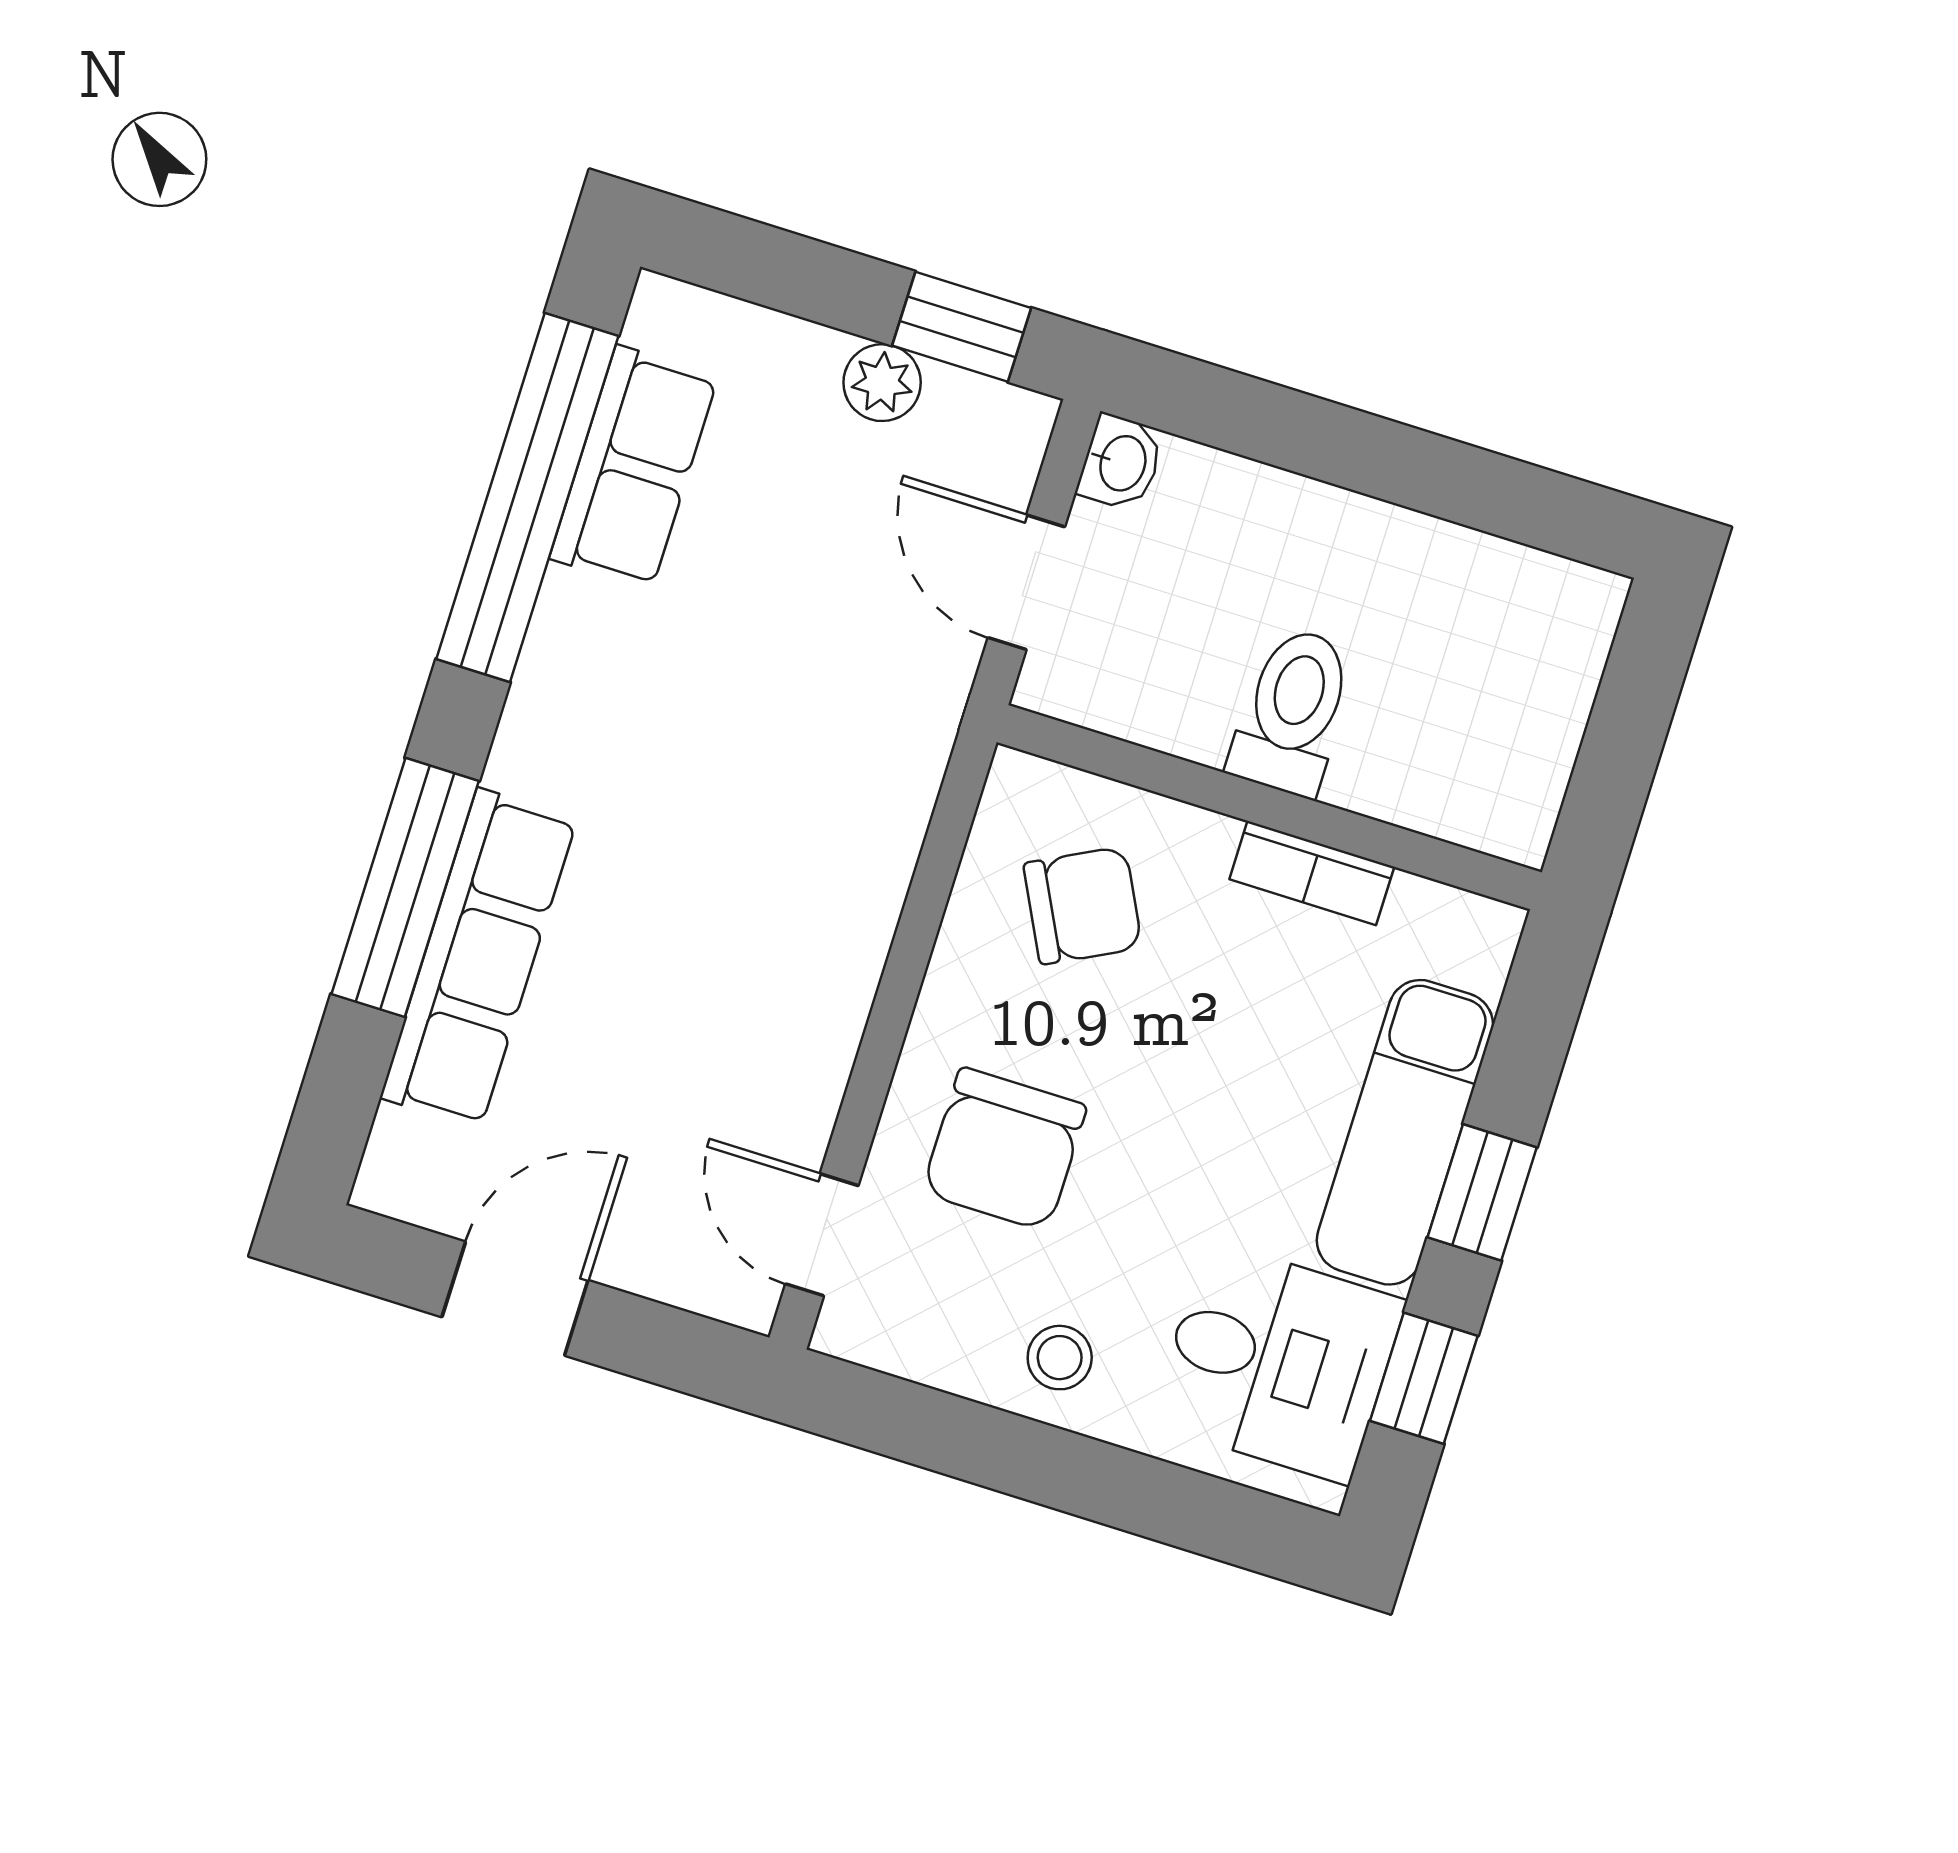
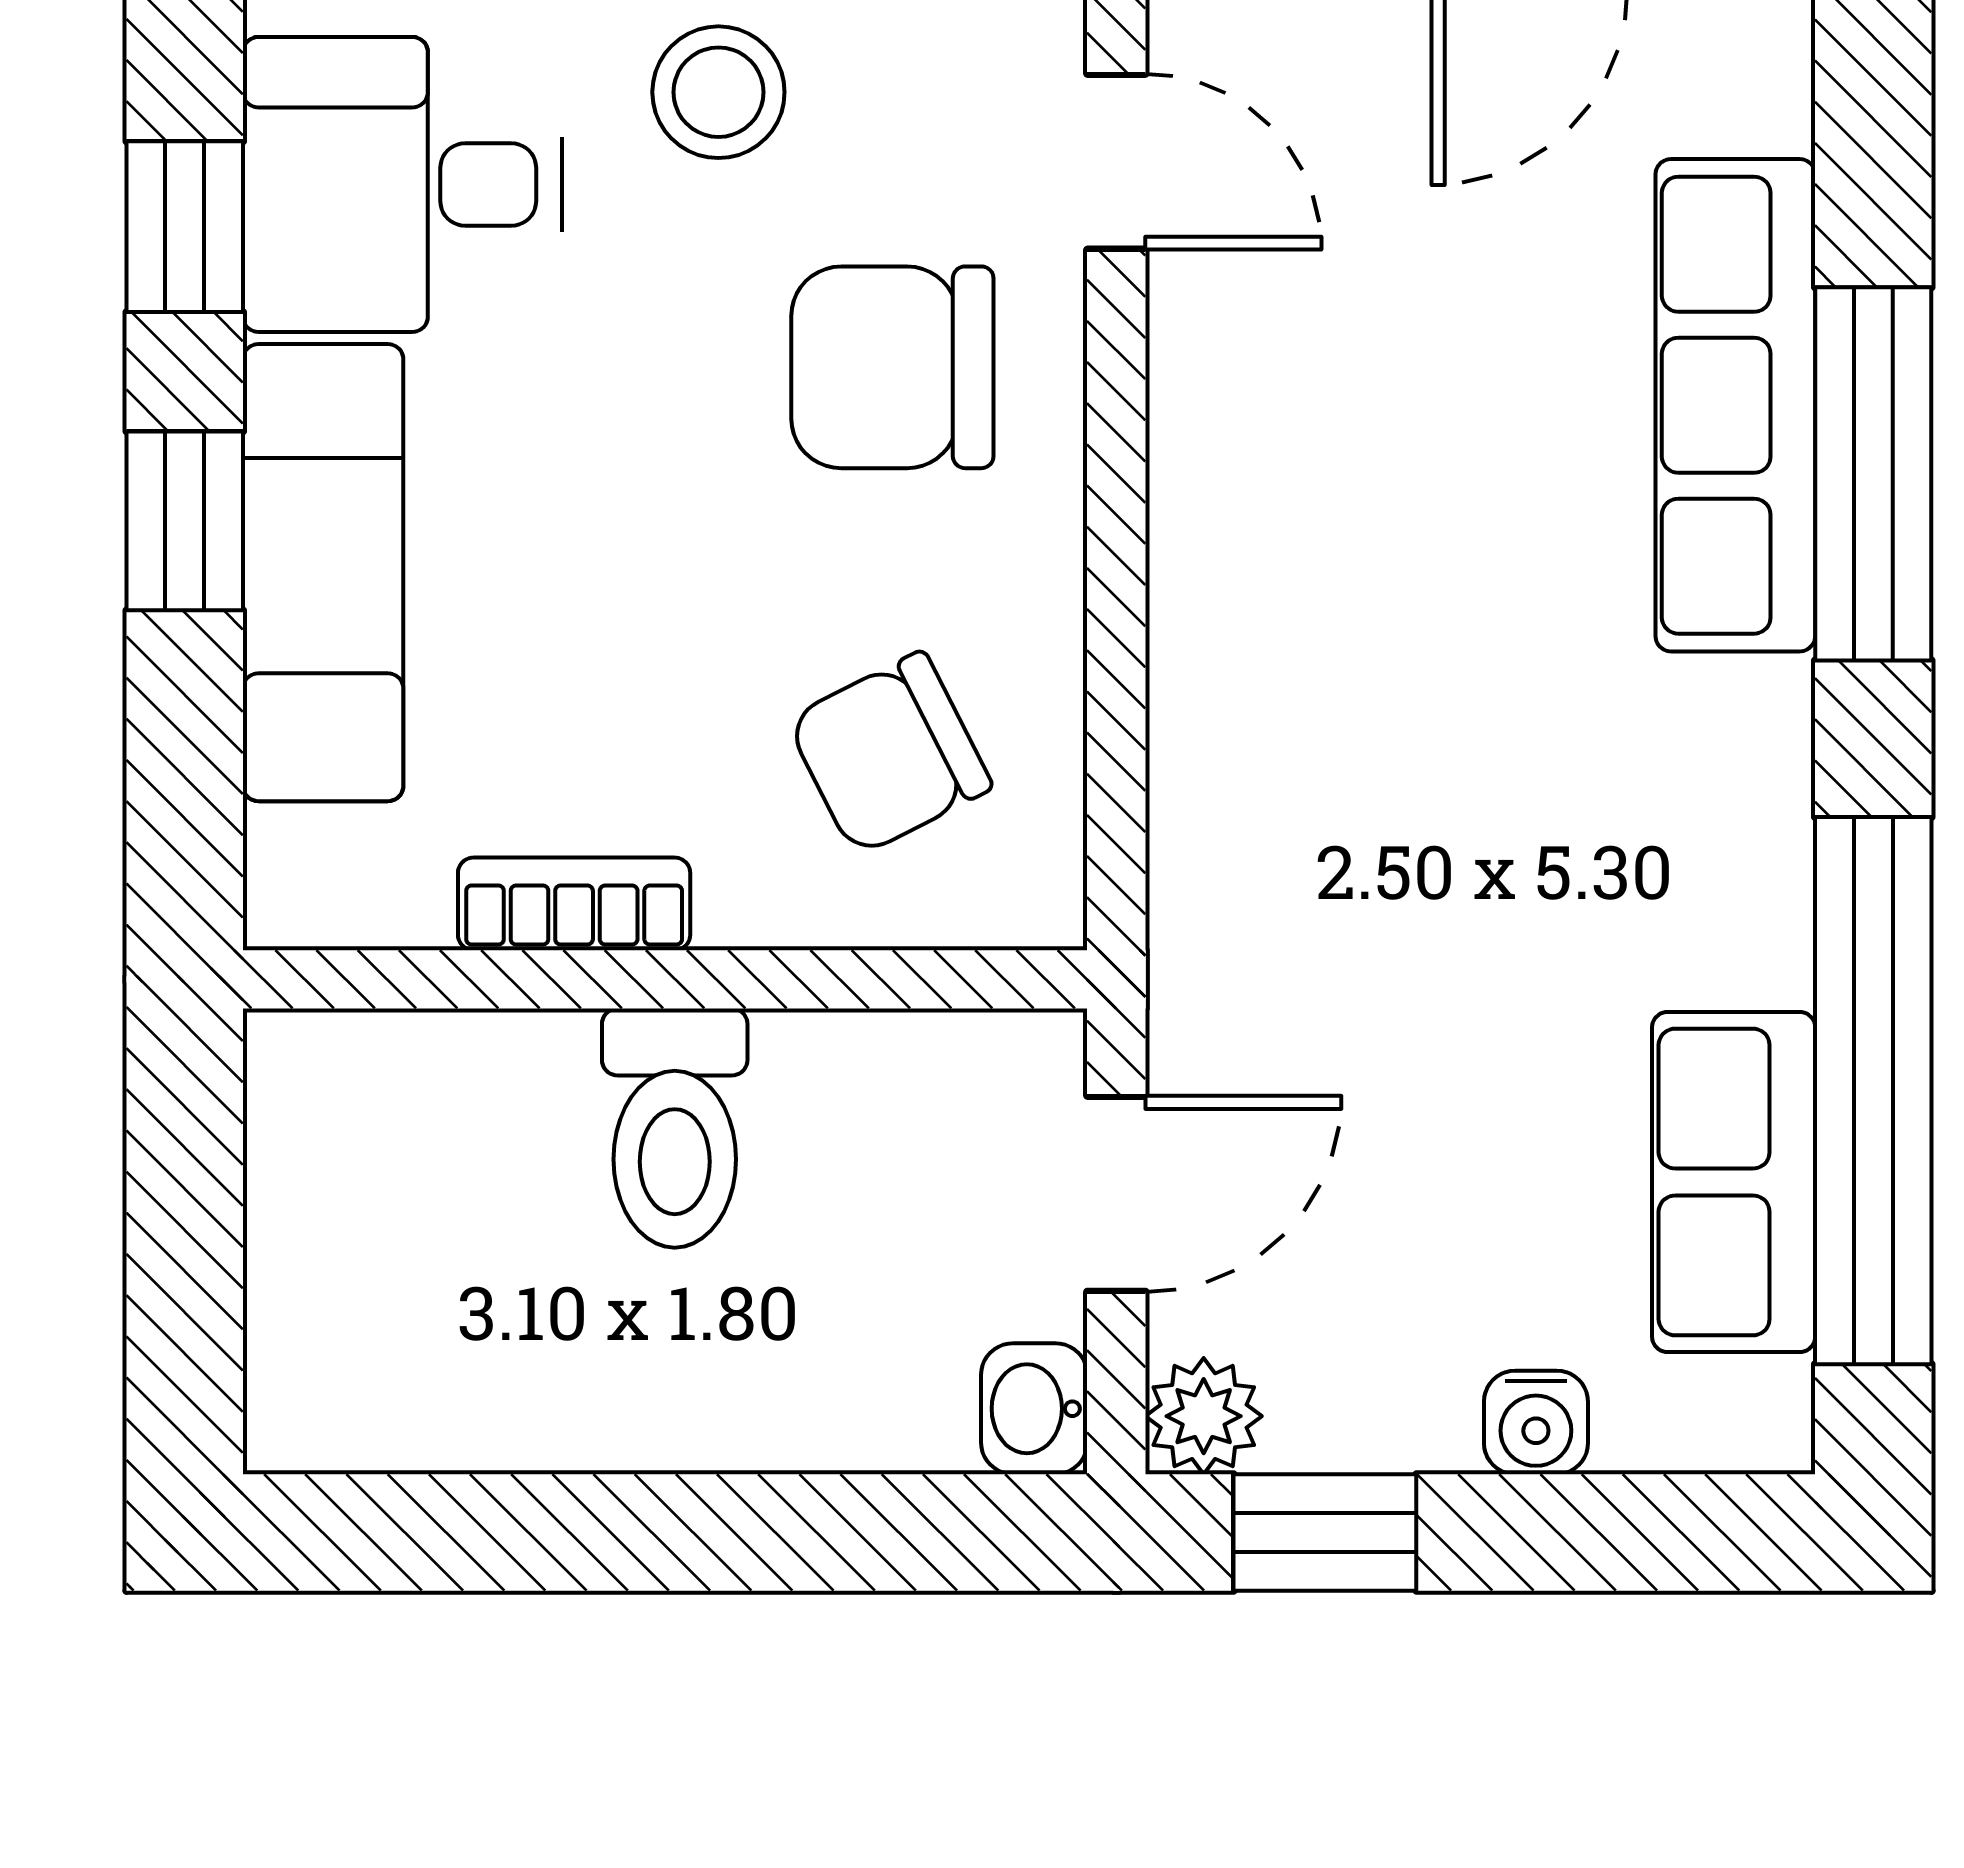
water cooler: (806, 355) -> (1536, 1422), added
plant: (882, 383) -> (1204, 1416), moved
door: (1026, 582) -> (1116, 1194), hinge flipped
chair: (1004, 1149) -> (892, 367), turned -90
stool: (1060, 1358) -> (718, 92), width x1.37, depth x1.37

